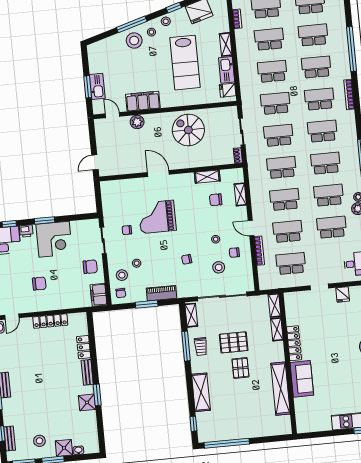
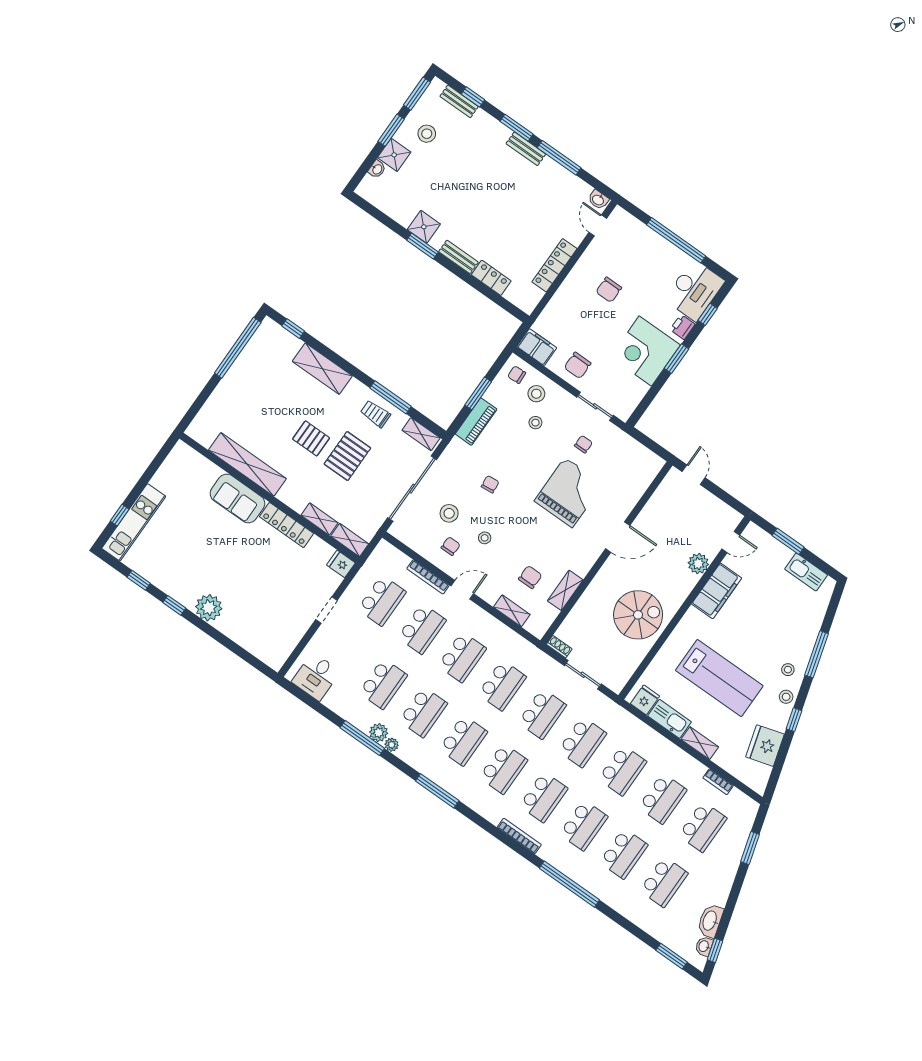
stool: (134, 41) -> (795, 641), removed
lab bench: (185, 63) -> (719, 678), turned 180
kitchen sink: (97, 86) -> (806, 572), moved
fridge: (343, 294) -> (341, 564), moved

